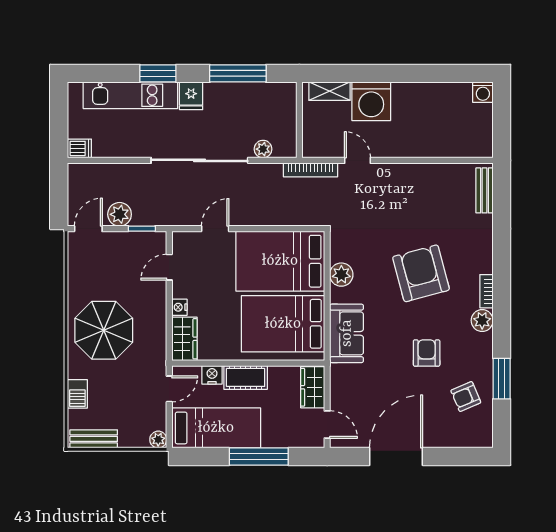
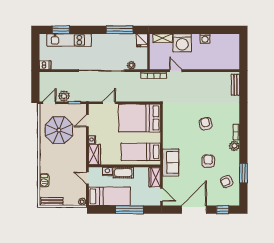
window: (158, 73) -> (61, 30), moved
washing machine: (483, 92) -> (205, 39), moved
fridge: (191, 96) -> (142, 40), moved
armchair: (421, 273) -> (206, 124), width x0.53, depth x0.53
plant: (341, 275) -> (168, 124), removed
bed: (283, 324) -> (141, 152), width x0.67
parasol: (104, 330) -> (59, 130), moved
sofa: (347, 333) -> (171, 162), moved
door: (169, 389) -> (87, 178), swing flipped
window: (457, 457) -> (223, 210), added

